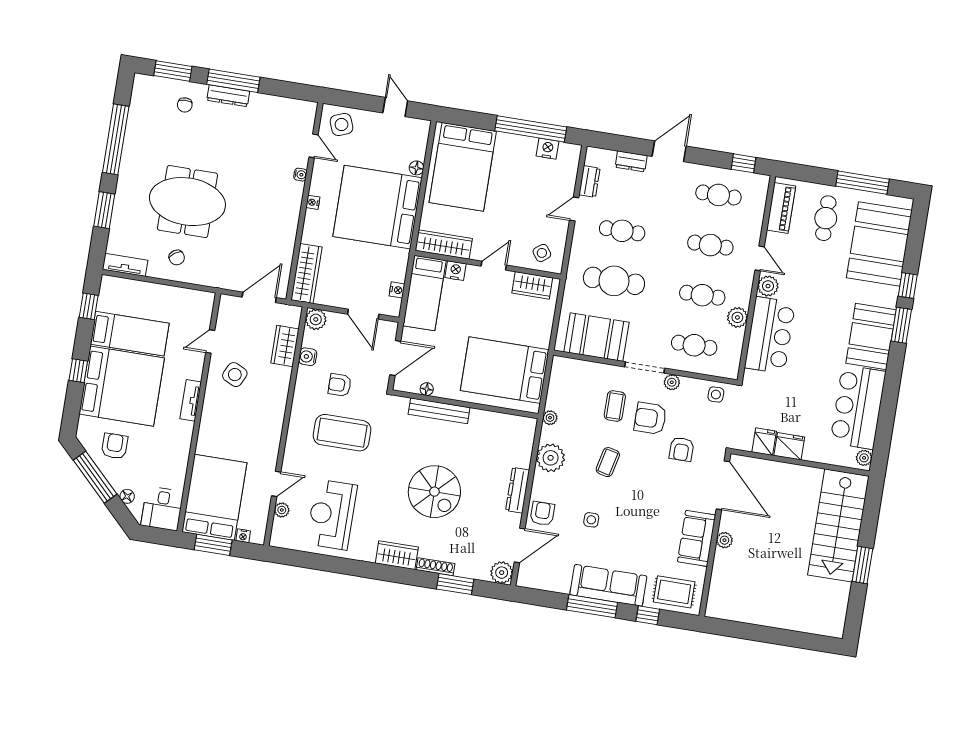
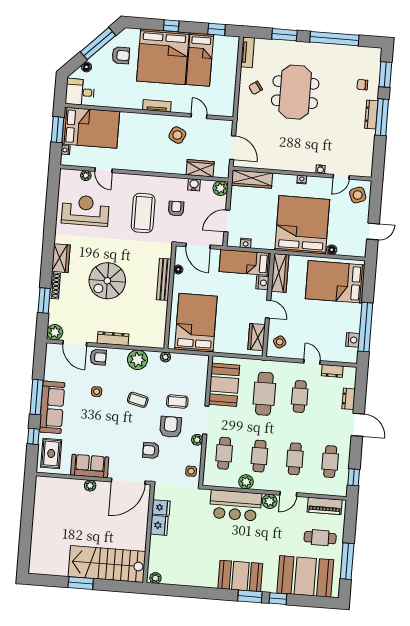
bar counter: (858, 407) -> (190, 571), removed

